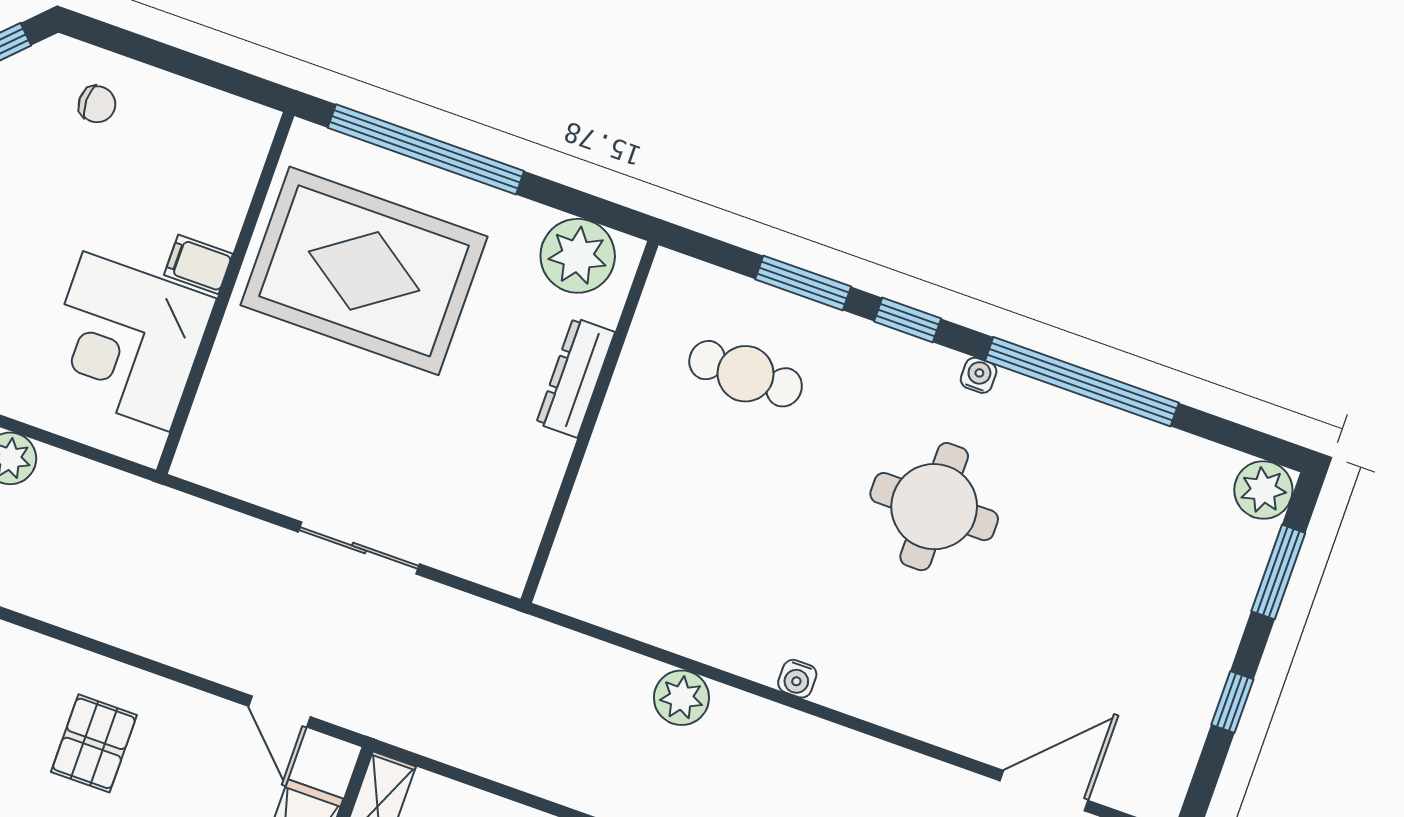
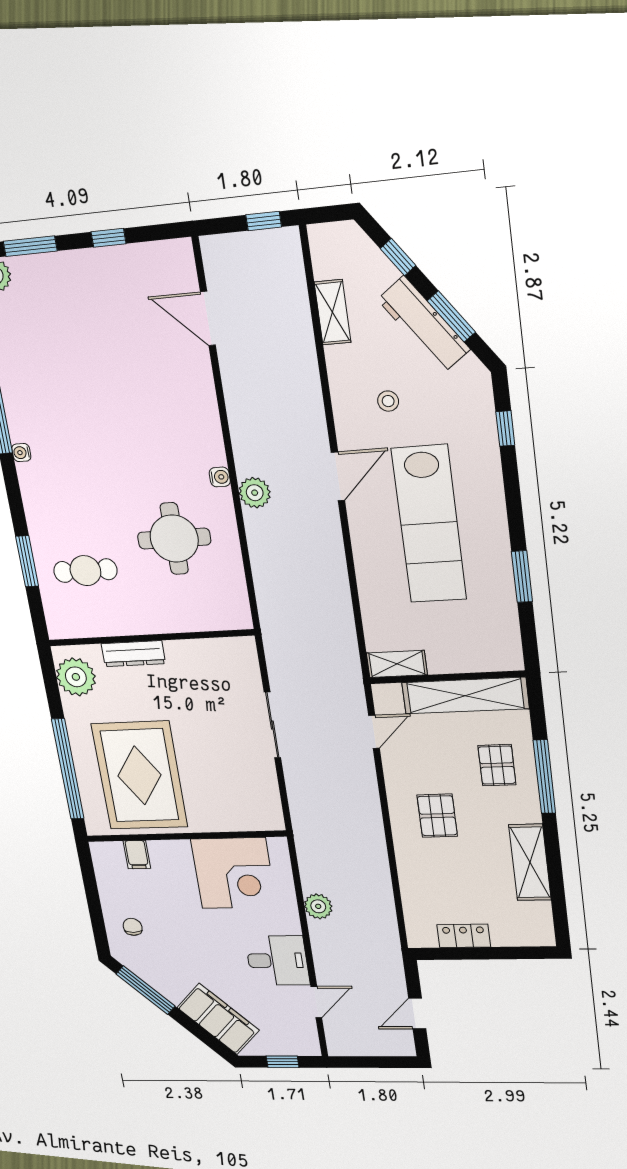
filing cabinet: (198, 264) -> (137, 855), moved
window: (908, 320) -> (15, 501), removed
cafe table: (746, 374) -> (85, 571), turned 90
round table: (934, 507) -> (174, 539), moved
plant: (681, 698) -> (255, 493), moved
pallet: (94, 743) -> (437, 816), turned 90

